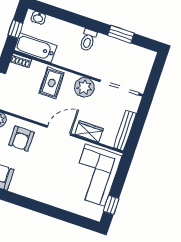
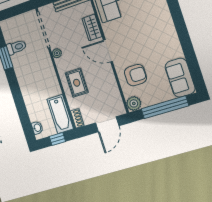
toilet: (88, 40) -> (16, 47), moved
rug: (52, 83) -> (77, 83), turned 90
plant: (84, 87) -> (57, 53), width x0.53, depth x0.53

